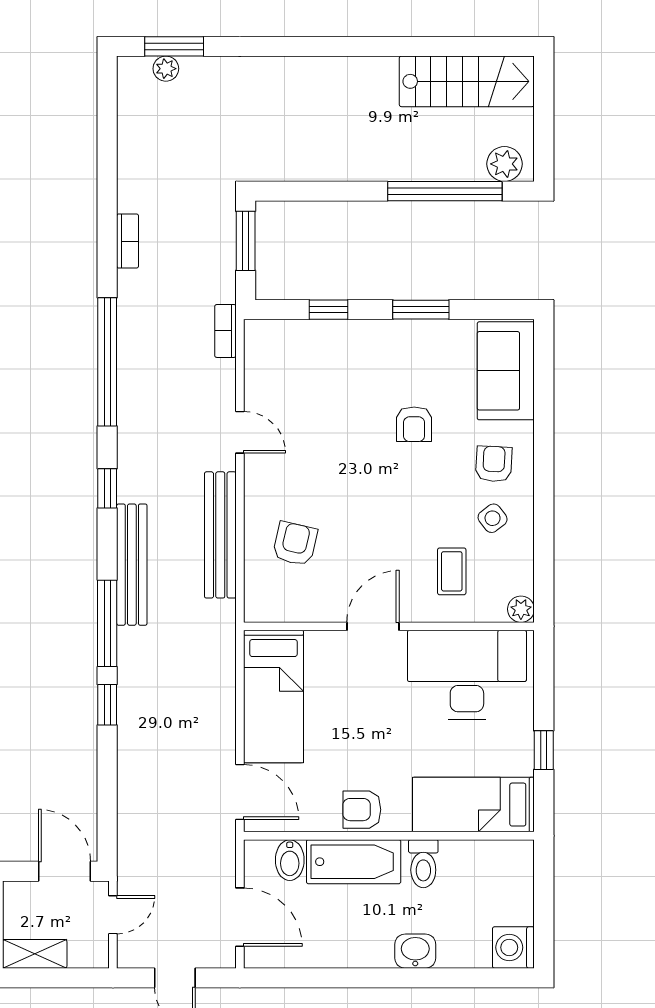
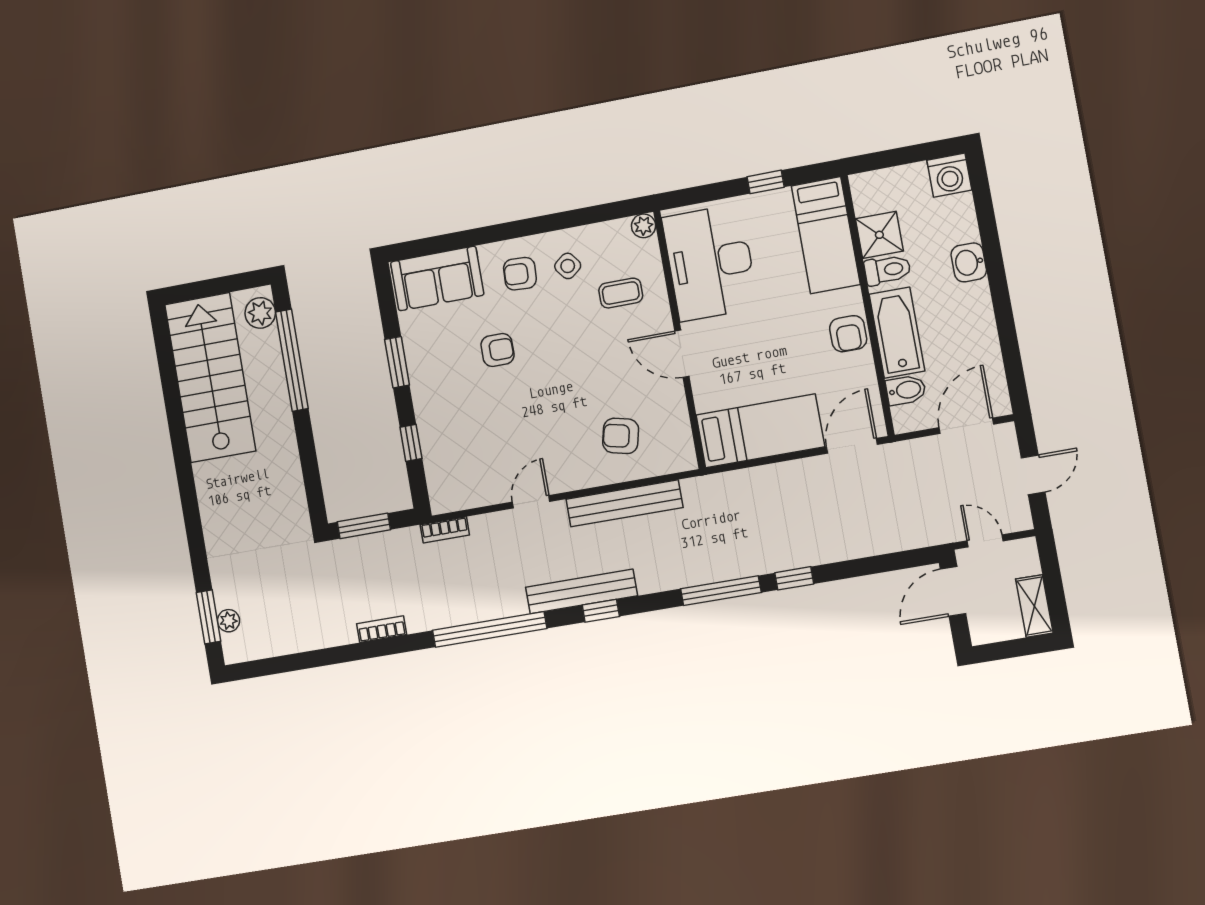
stairs: (467, 81) -> (210, 378), width x1.36, depth x1.51
bench: (132, 565) -> (581, 591), moved
shower: (463, 862) -> (879, 235), added

